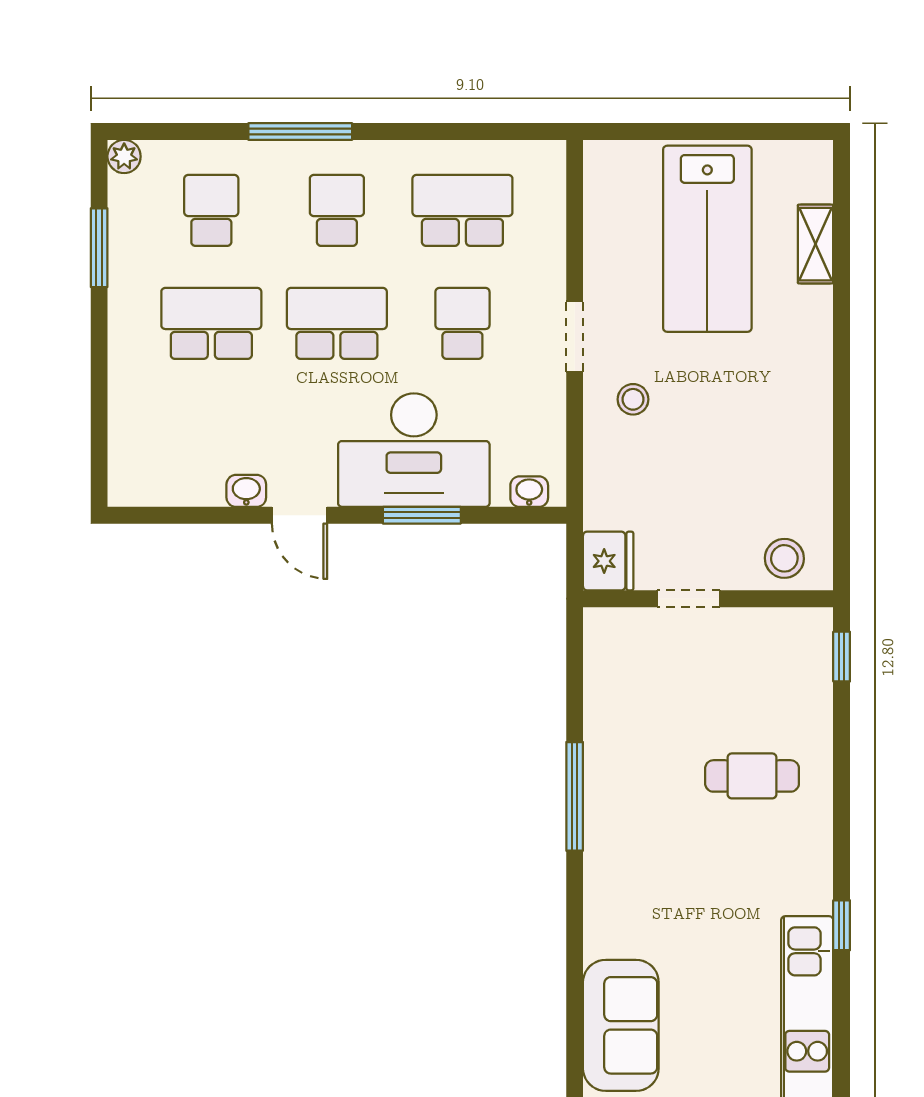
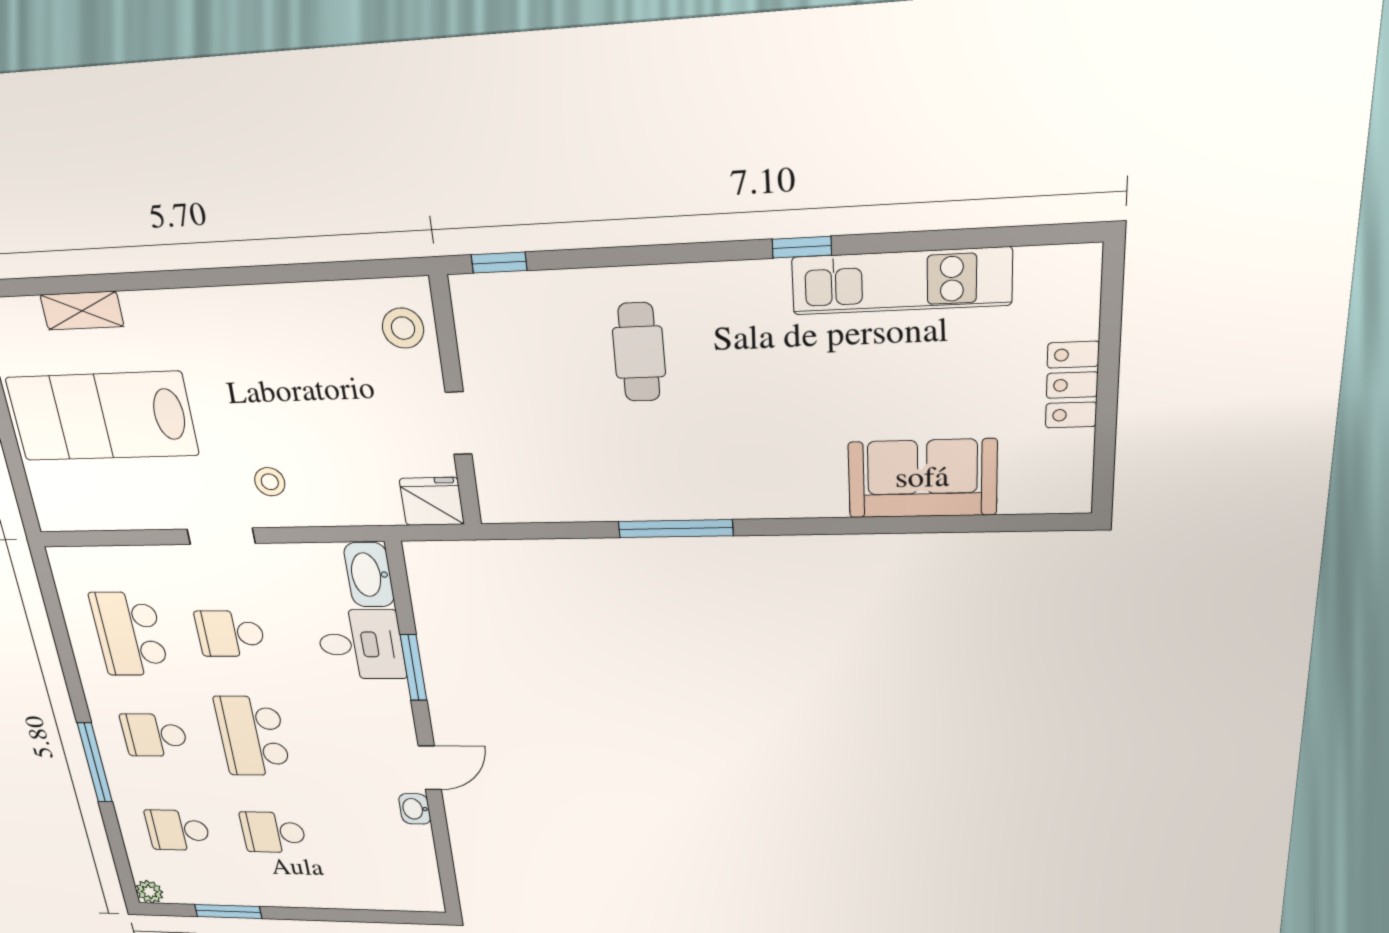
lab bench: (707, 239) -> (102, 416), turned 180
school desk: (211, 323) -> (273, 832), width x0.54
desk: (414, 450) -> (361, 644), width x0.53, depth x0.77
washbasin: (529, 492) -> (369, 575), width x1.91, depth x1.45

